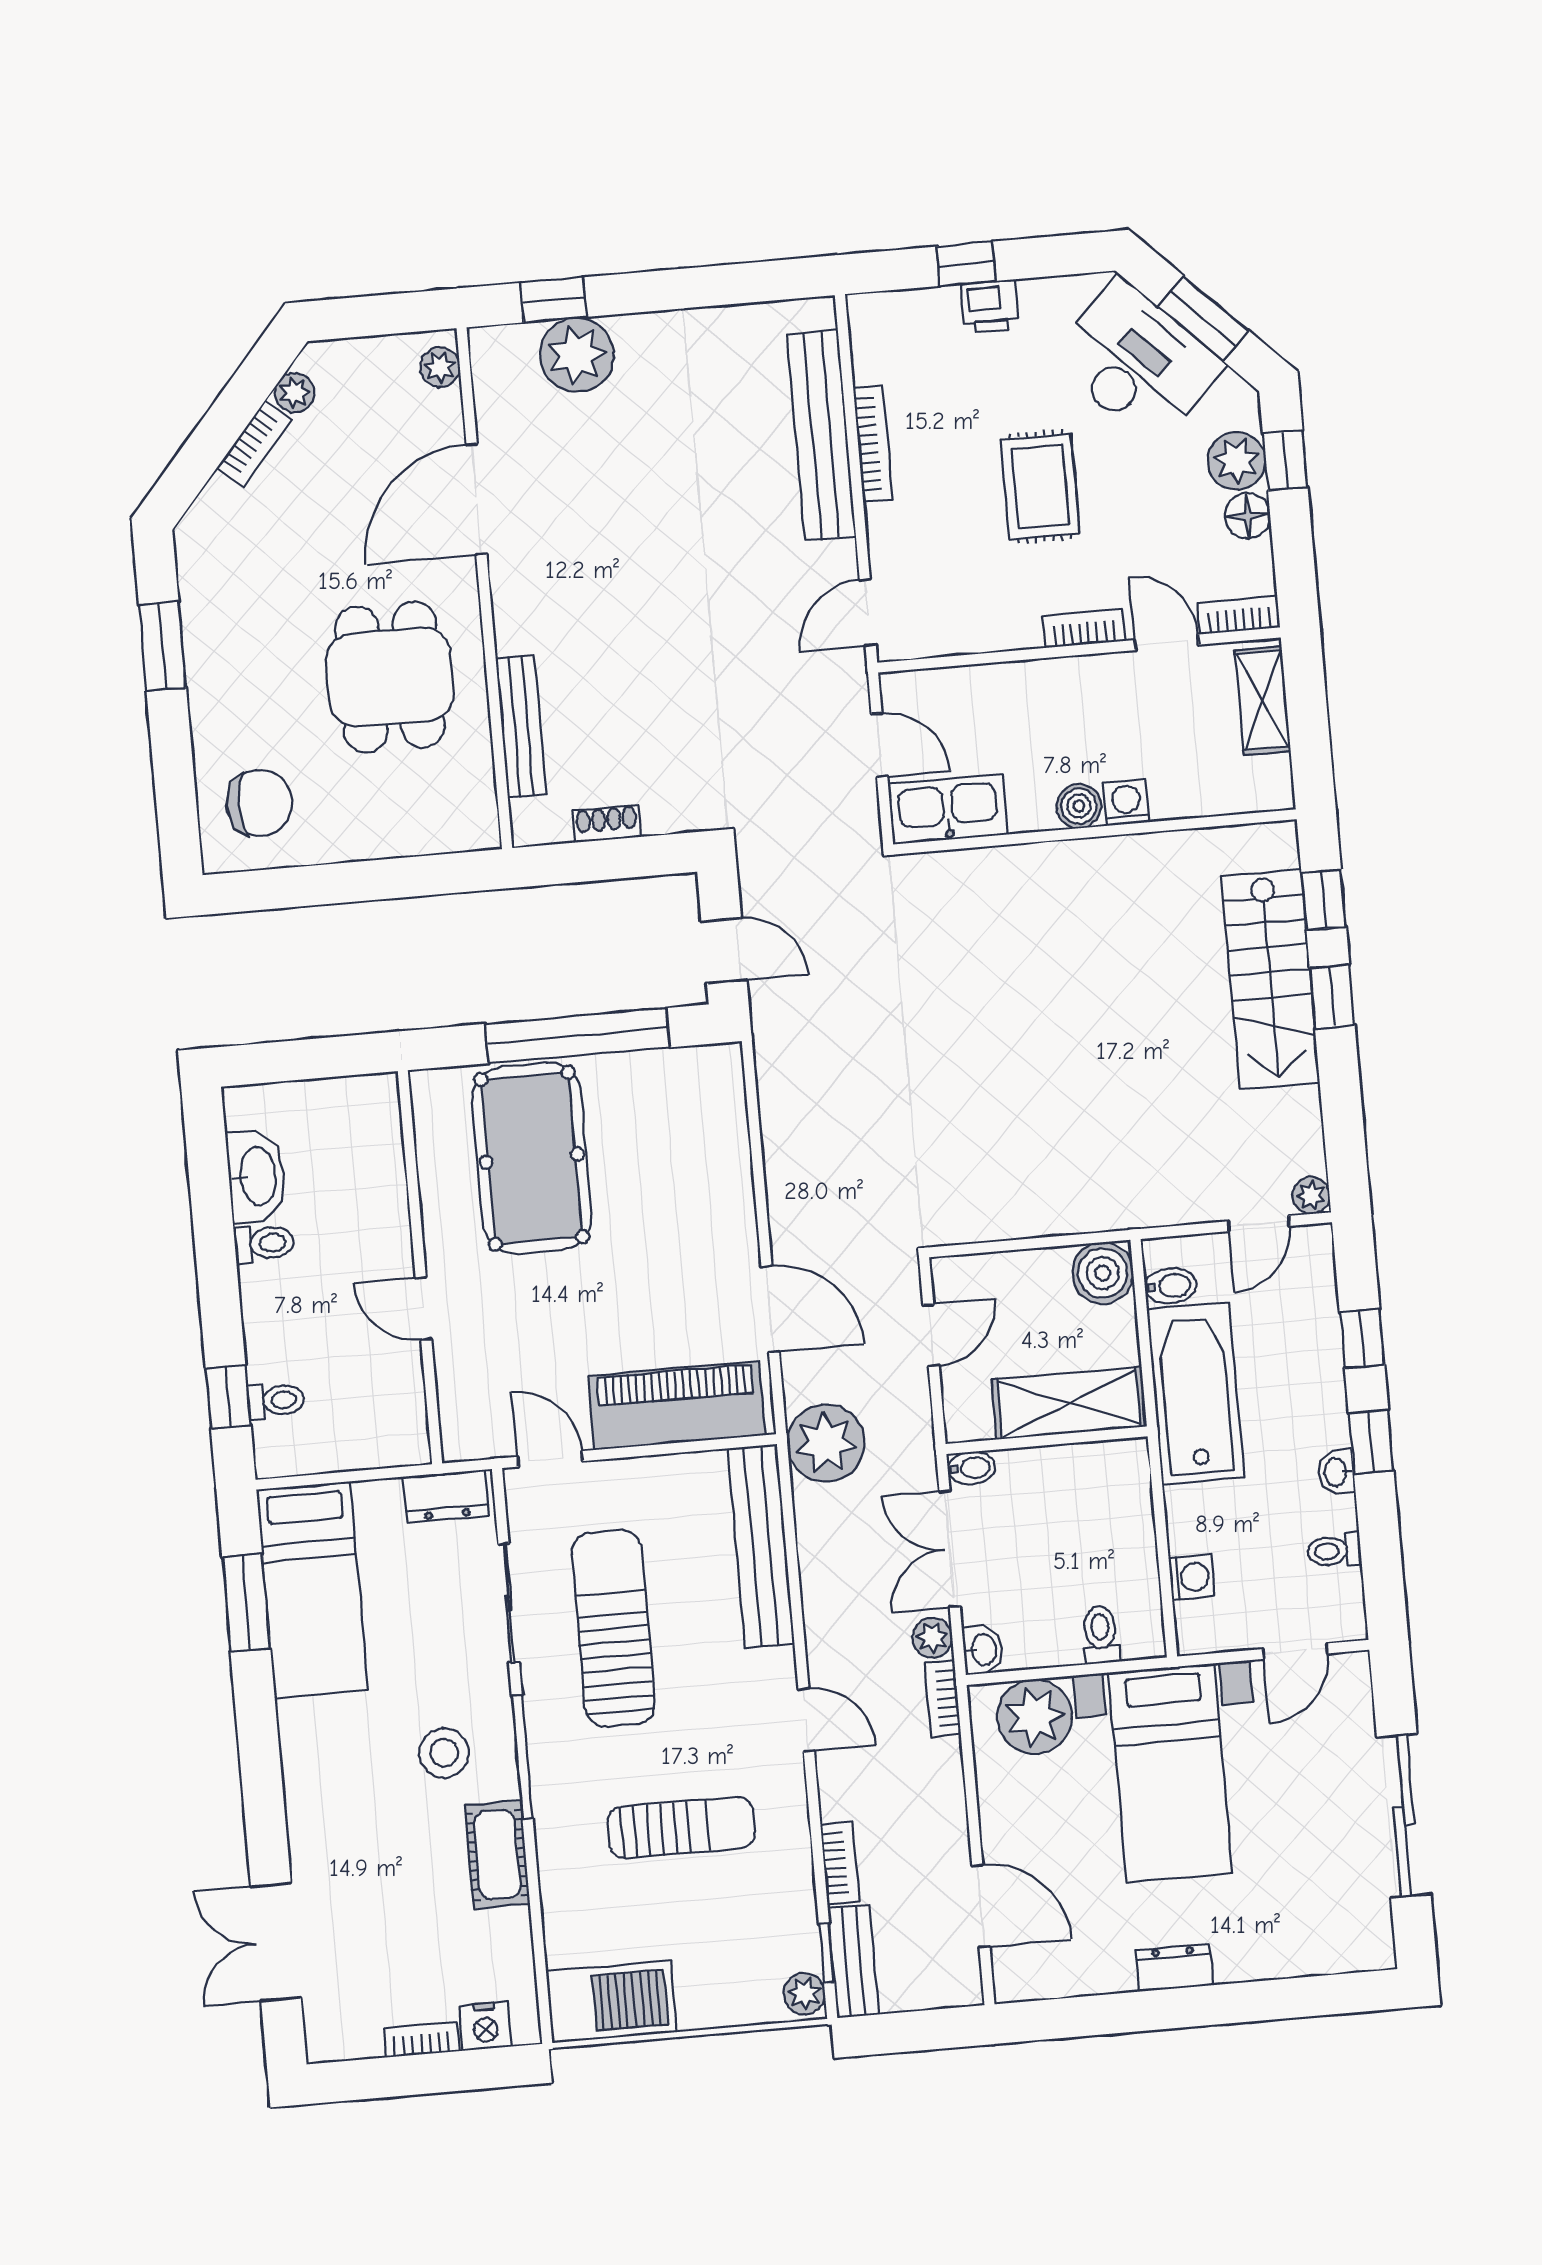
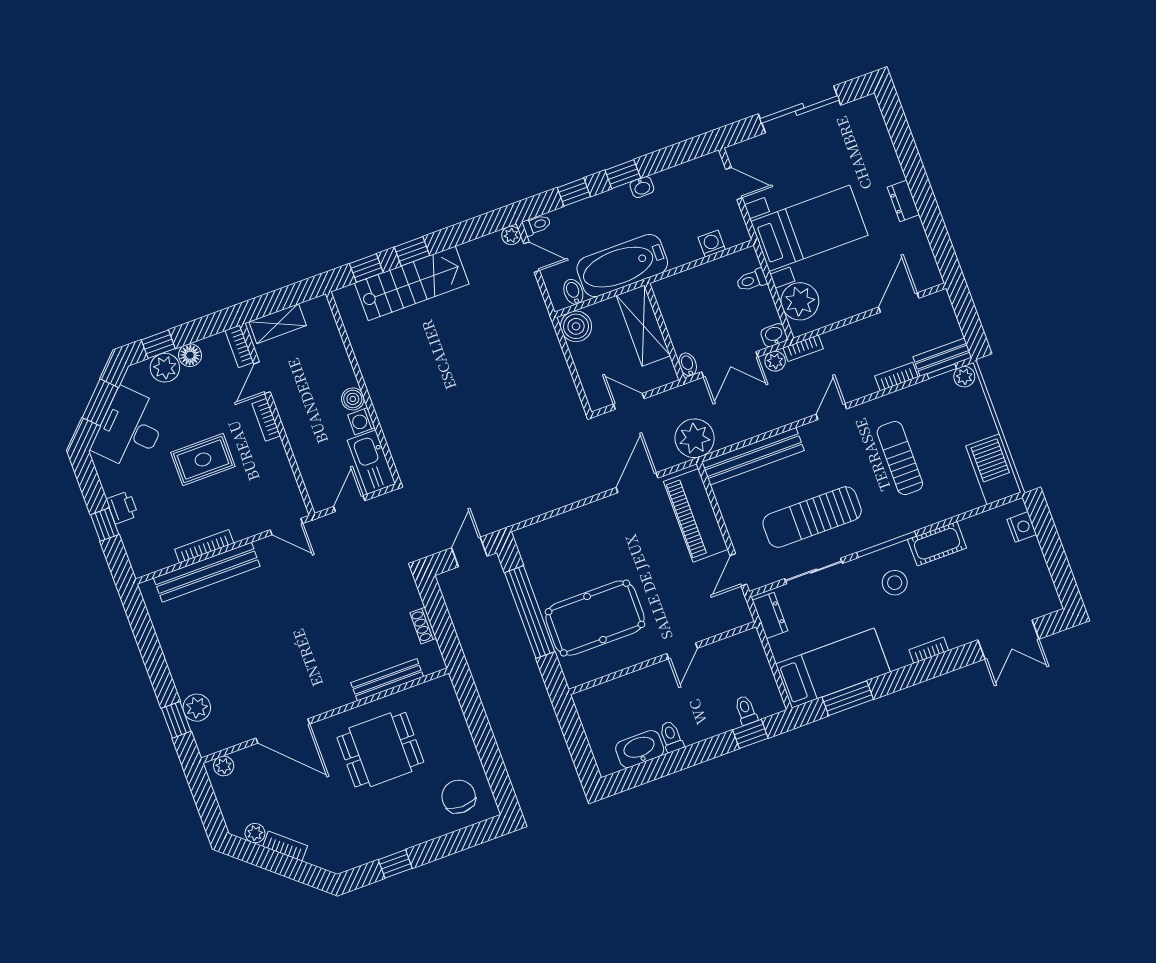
plant: (577, 355) -> (197, 708), width x0.73, depth x0.73
window: (163, 646) -> (395, 864), width x0.67
washing machine: (1126, 803) -> (361, 421), moved
toilet: (1334, 1551) -> (537, 225), moved, turned -90
bookcase: (421, 2040) -> (929, 650), moved, turned 90

